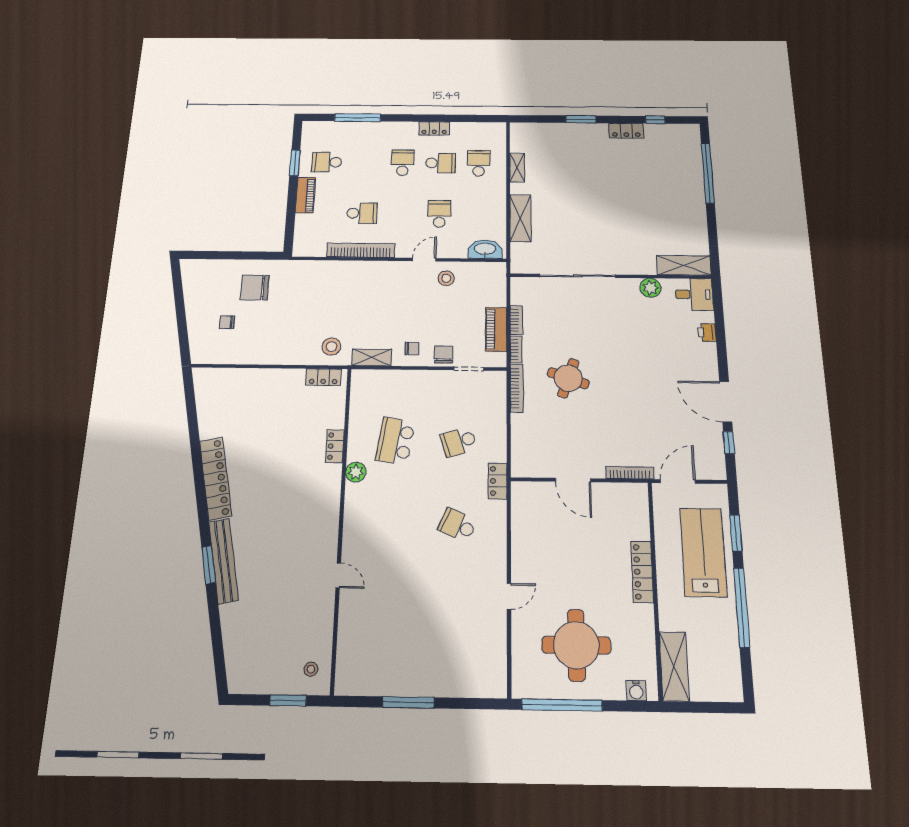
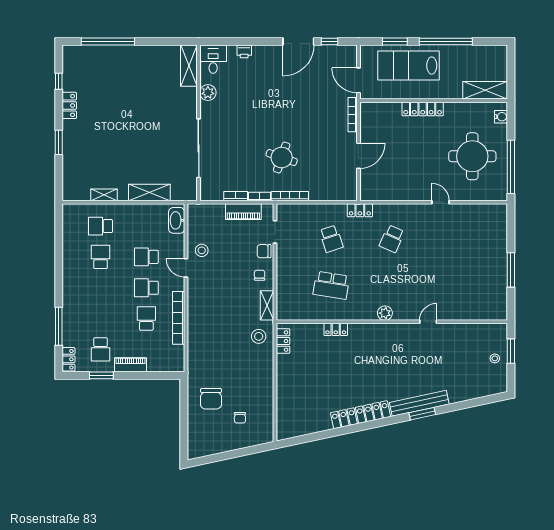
locker: (434, 129) -> (69, 359), moved
school desk: (403, 163) -> (146, 288), moved
plant: (356, 472) -> (385, 313), moved
stool: (311, 669) -> (495, 358), moved

